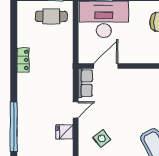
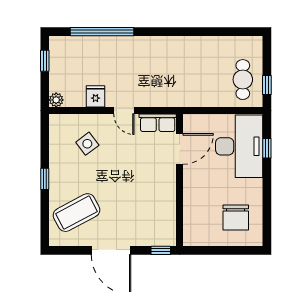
locker: (23, 60) -> (187, 44), removed
door: (106, 66) -> (180, 149), hinge flipped

